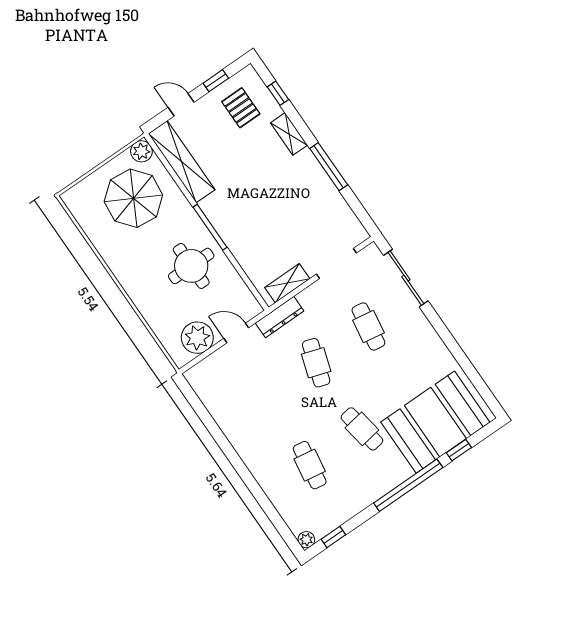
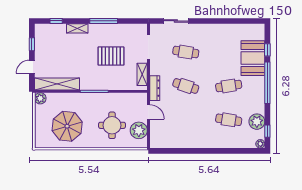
pallet: (241, 108) -> (111, 56), moved, width x1.50, depth x1.42
parasol: (133, 198) -> (67, 126), moved
round table: (191, 266) -> (112, 125), moved
sliding door: (406, 278) -> (176, 21), width x0.73
door: (236, 333) -> (148, 112), swing flipped
booth: (435, 422) -> (253, 58), width x0.73, depth x0.70
plant: (337, 510) -> (257, 122), added

